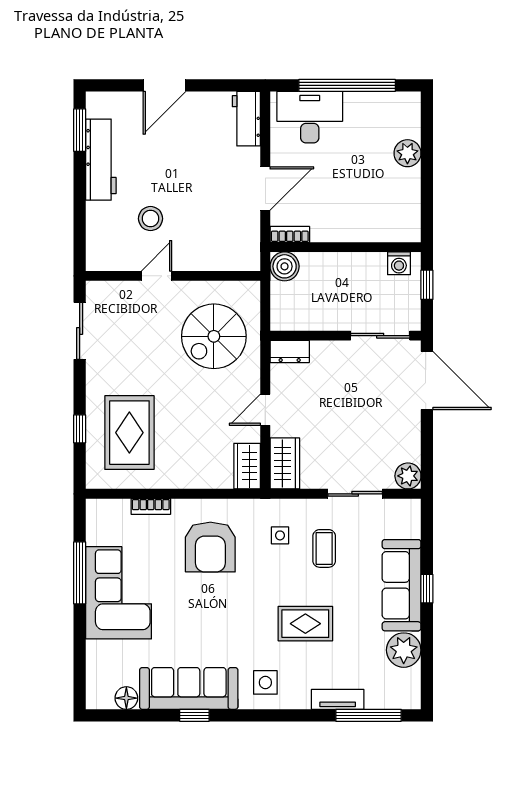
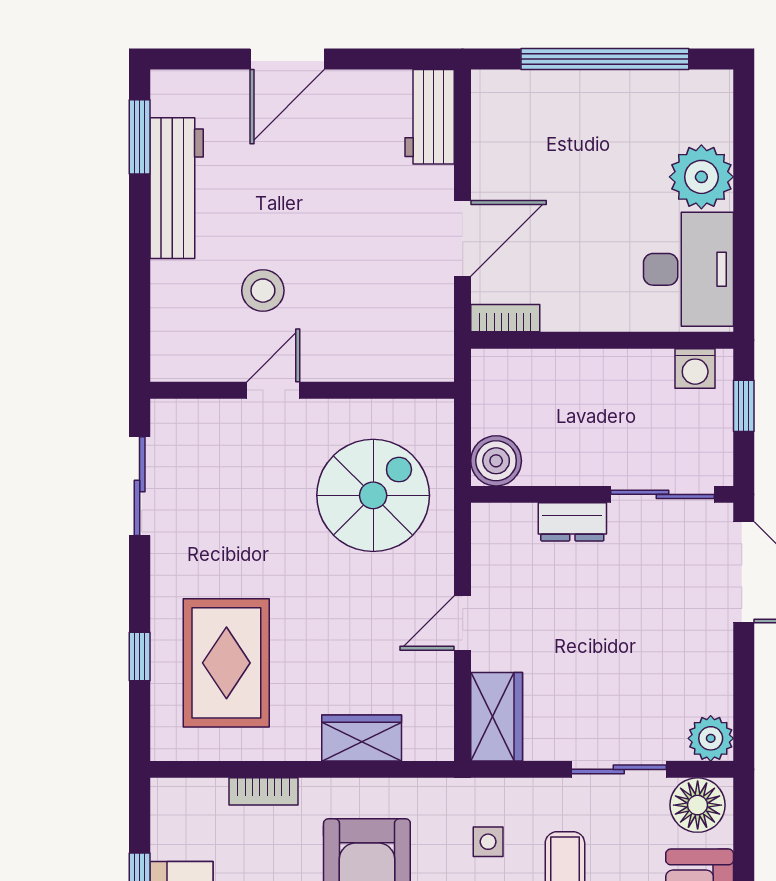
desk: (310, 117) -> (688, 269), moved, turned 90
plant: (407, 153) -> (701, 177), width x1.36, depth x1.36
boiler: (285, 266) -> (496, 461), moved
spiral stairs: (214, 336) -> (373, 495), turned 180
dresser: (290, 352) -> (572, 522), moved
wardrobe: (247, 466) -> (362, 738), moved, turned 90
floor lamp: (400, 514) -> (698, 805), added

